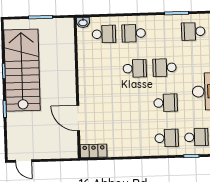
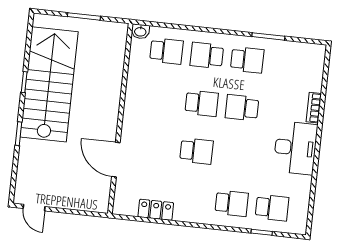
school desk: (193, 31) -> (247, 60), moved, turned 180
school desk: (166, 103) -> (196, 151), moved
locker: (94, 151) -> (156, 210), moved

